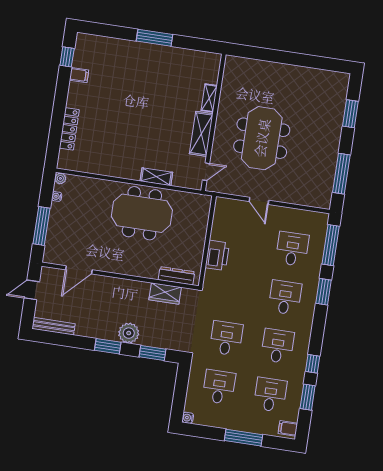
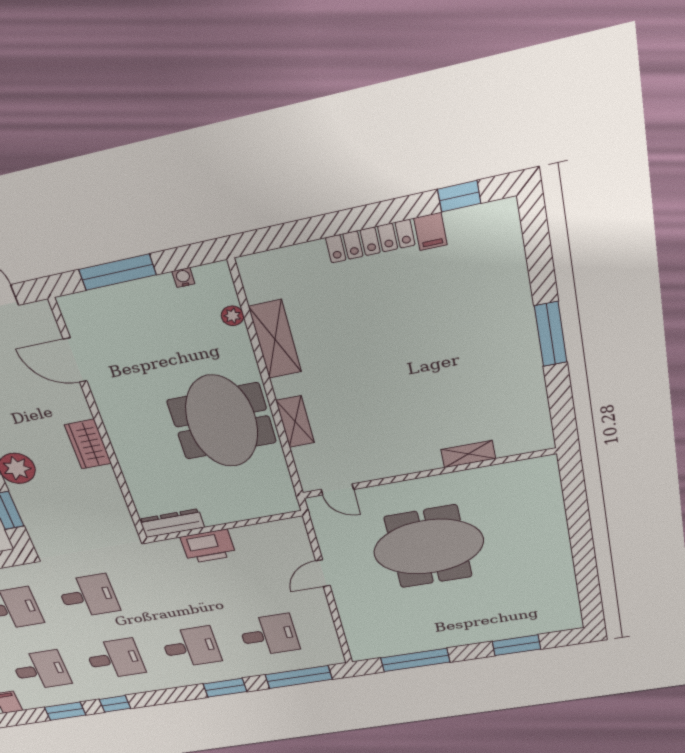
locker: (69, 129) -> (370, 241), moved
shelving: (201, 134) -> (275, 339), moved, turned 90
plant: (60, 178) -> (232, 316), moved
dresser: (176, 276) -> (172, 523), moved, turned -90
wardrobe: (165, 293) -> (88, 444), moved

